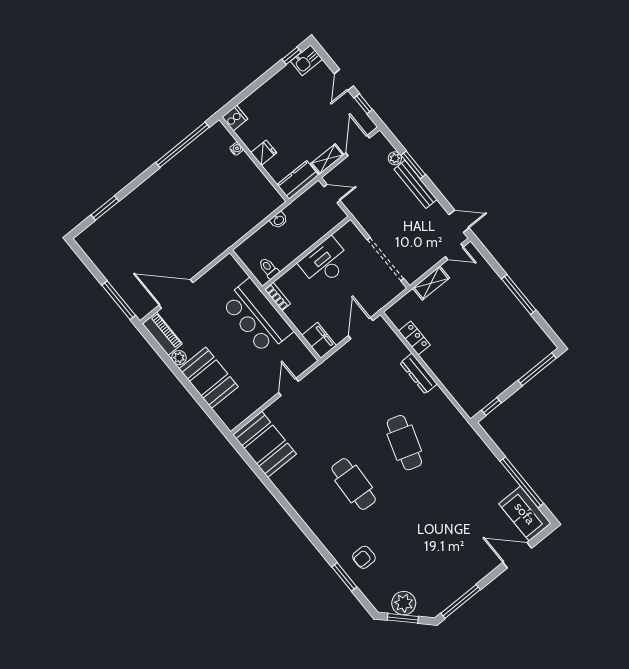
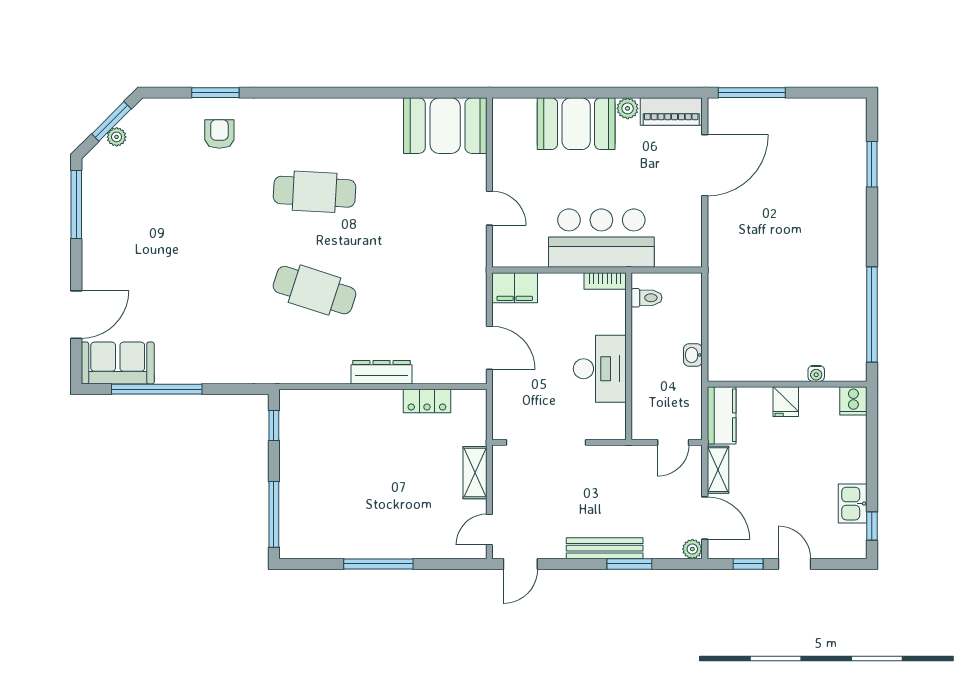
kitchen sink: (307, 60) -> (853, 504), moved
plant: (395, 158) -> (692, 549), moved
plant: (404, 603) -> (117, 137), width x0.53, depth x0.53

